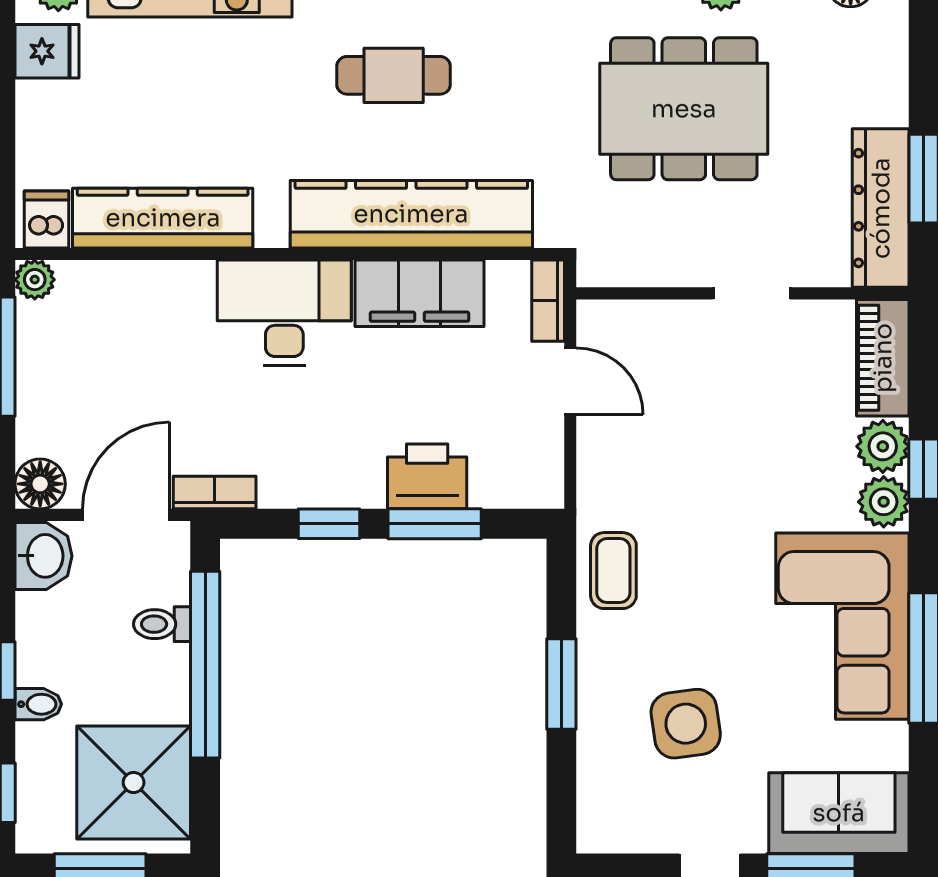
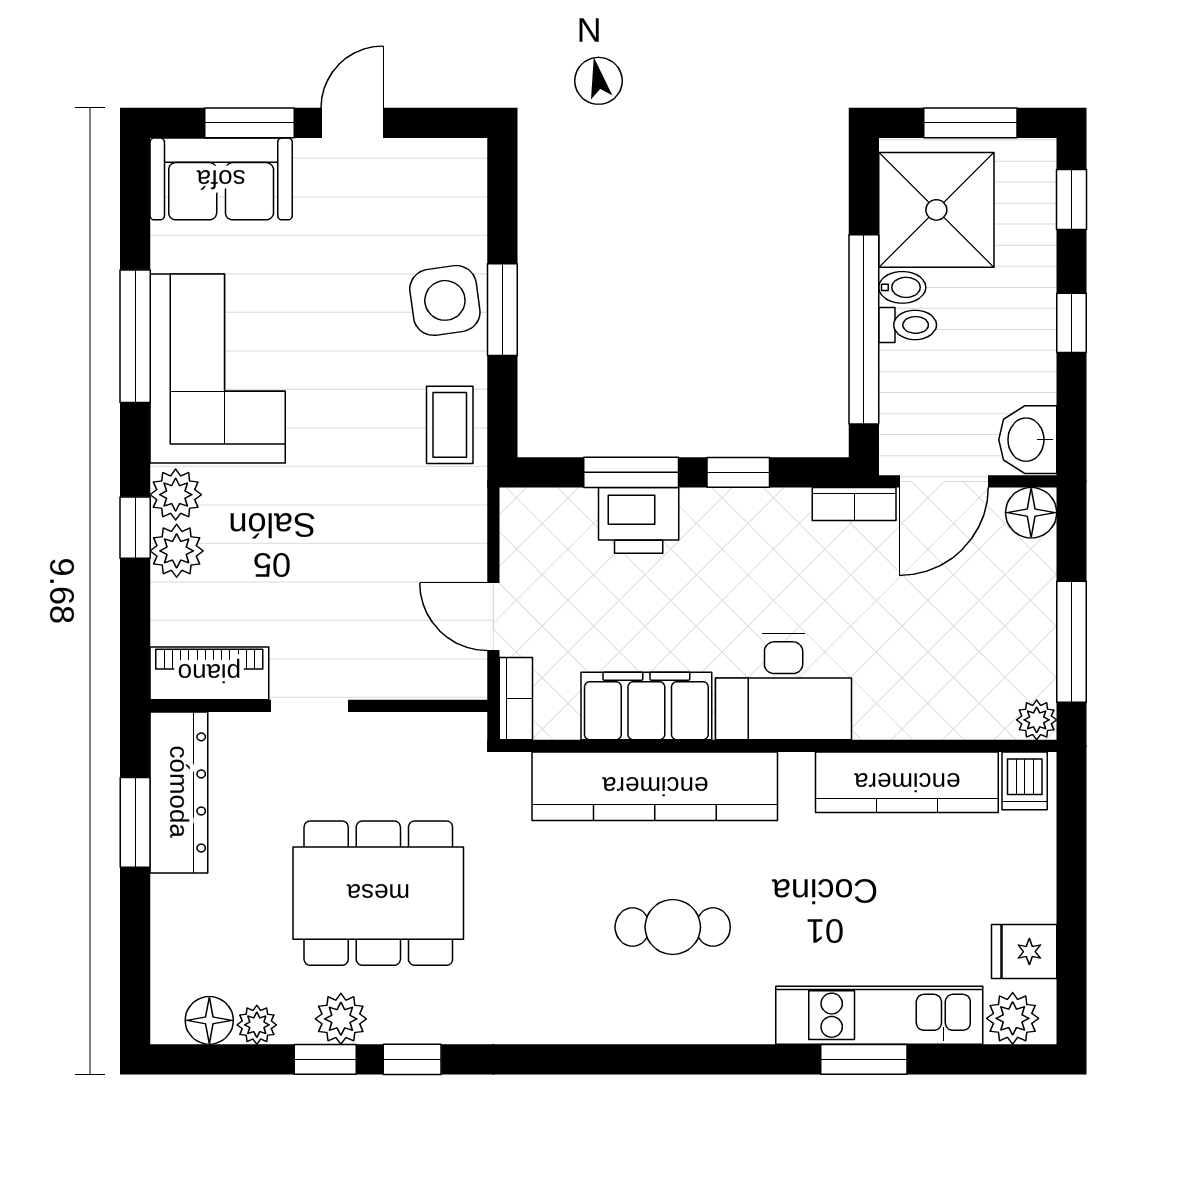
piano: (883, 358) -> (209, 673), moved, turned -90
toilet: (162, 624) -> (908, 325), moved
bidet: (38, 704) -> (902, 287), moved, turned 180
side table: (686, 724) -> (445, 300), moved

